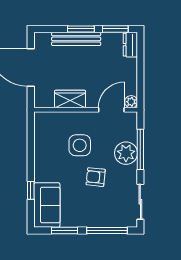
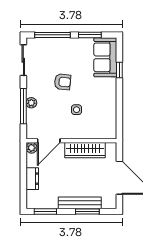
window: (81, 29) -> (87, 212), moved
dresser: (130, 45) -> (32, 179), moved
wardrobe: (70, 99) -> (85, 150), width x1.50
side table: (80, 145) -> (77, 110), width x0.54, depth x0.54
plant: (126, 153) -> (31, 103), width x0.53, depth x0.53

